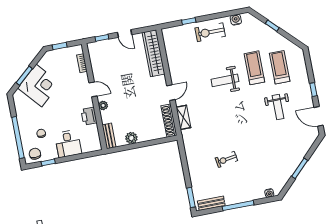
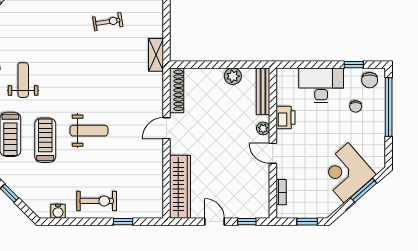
treadmill: (254, 68) -> (45, 140), turned 180
shelving: (183, 117) -> (156, 55), moved
bench: (109, 136) -> (263, 91), width x1.36
desk: (68, 144) -> (321, 85), width x1.37

